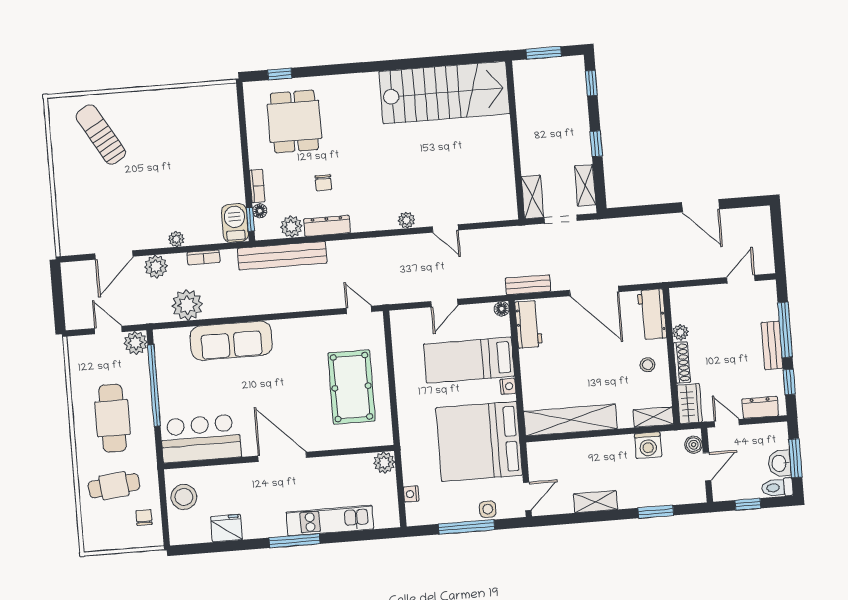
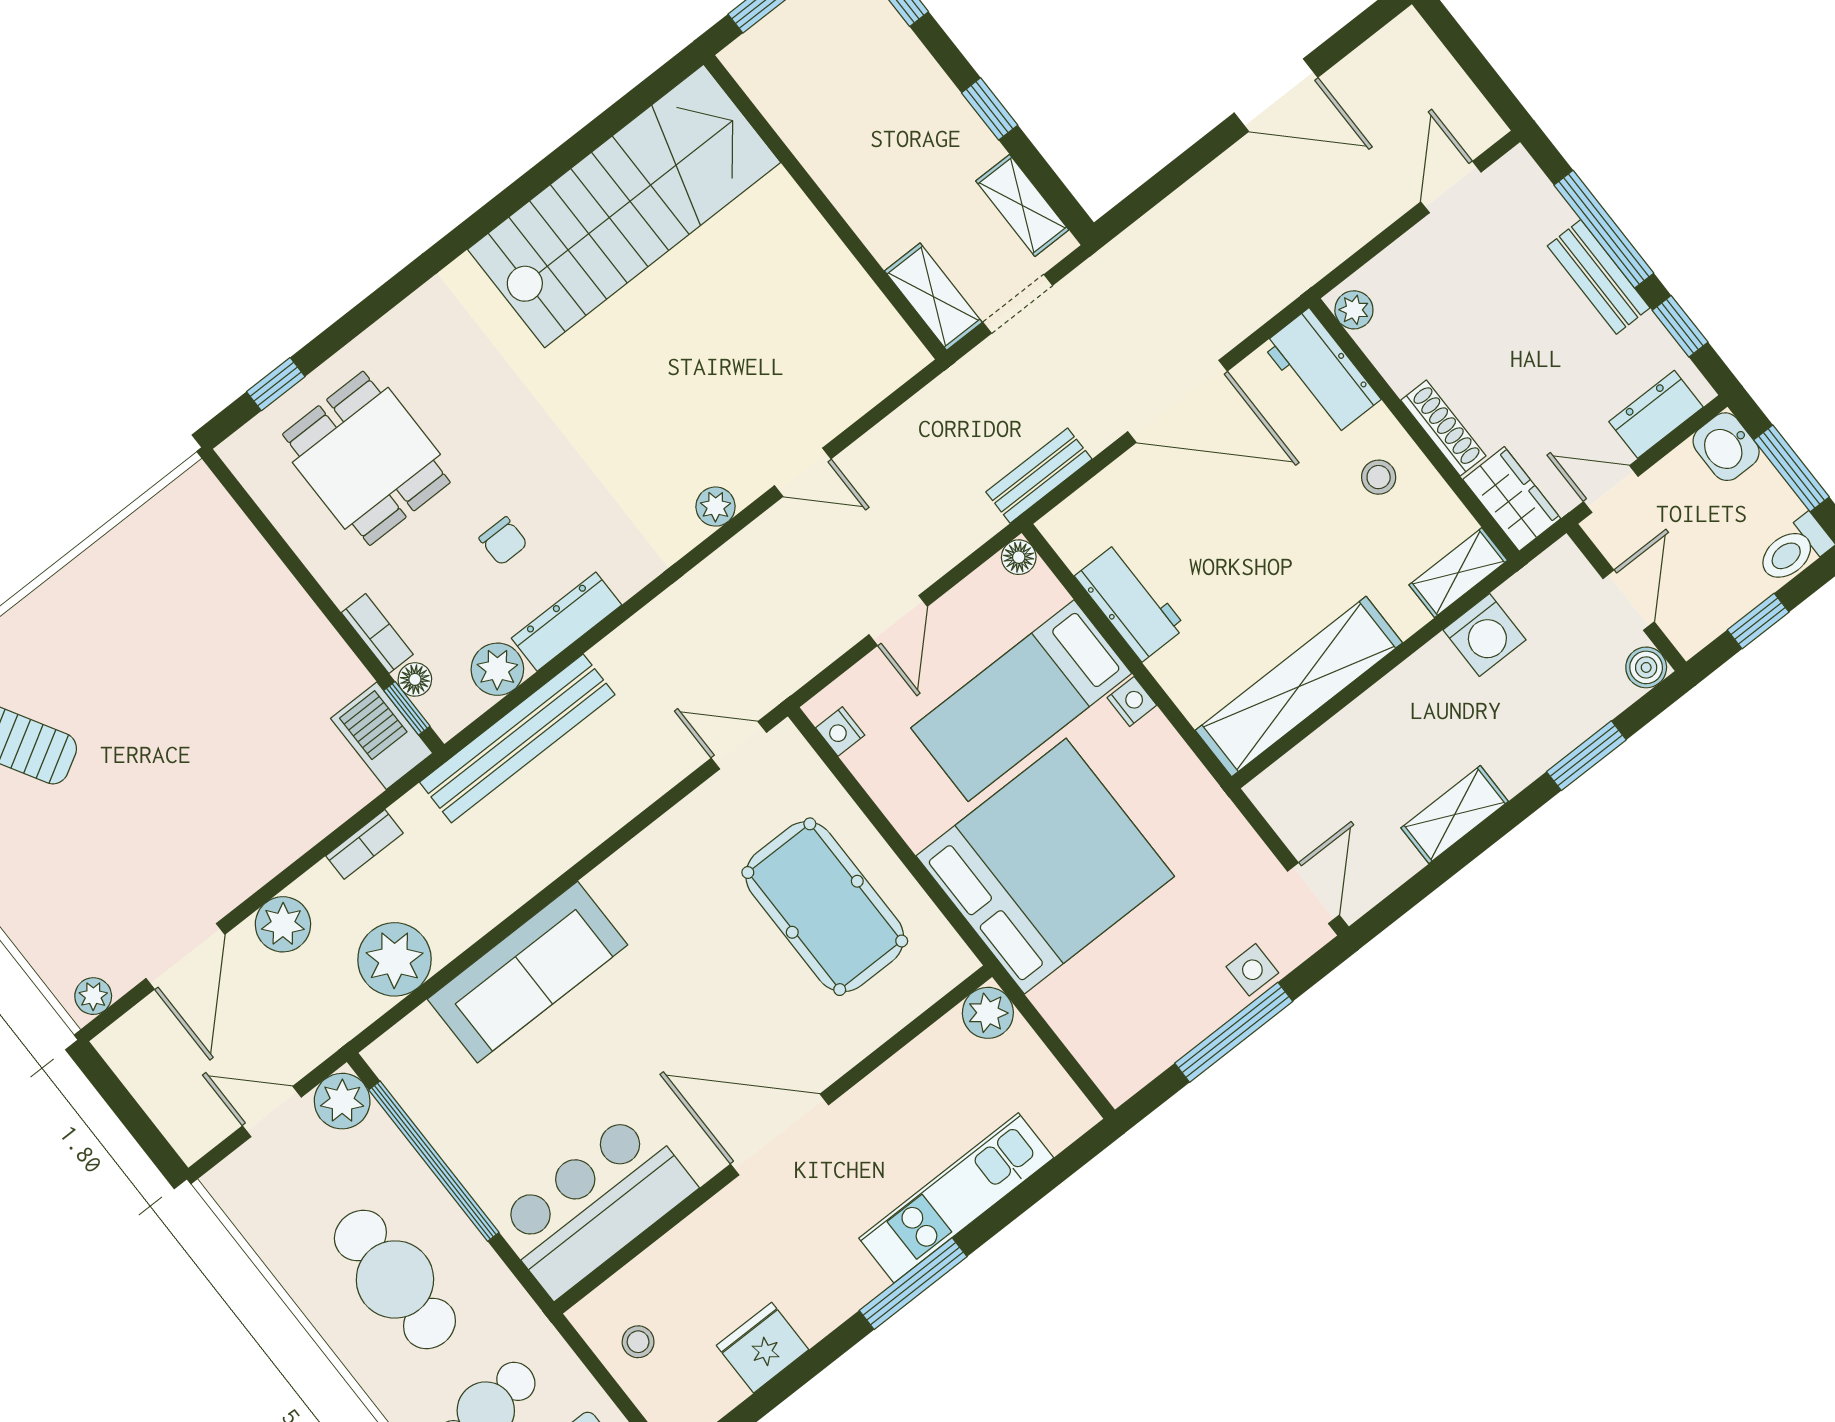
plant: (176, 239) -> (93, 996), moved
workbench: (529, 324) -> (1130, 602), moved
plant: (681, 332) -> (1354, 310), moved
bed: (479, 441) -> (1045, 866), moved, turned 180
boiler: (694, 445) -> (1646, 667), moved
washbasin: (780, 463) -> (1726, 447), moved
nightstand: (411, 494) -> (840, 731), moved
stool: (184, 497) -> (638, 1342), width x0.53, depth x0.53

